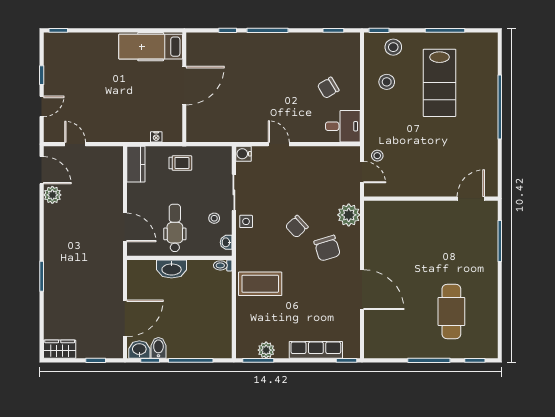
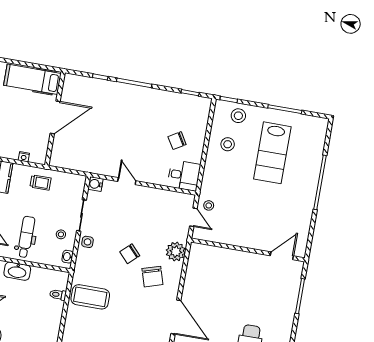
toilet: (223, 265) -> (58, 295), moved

